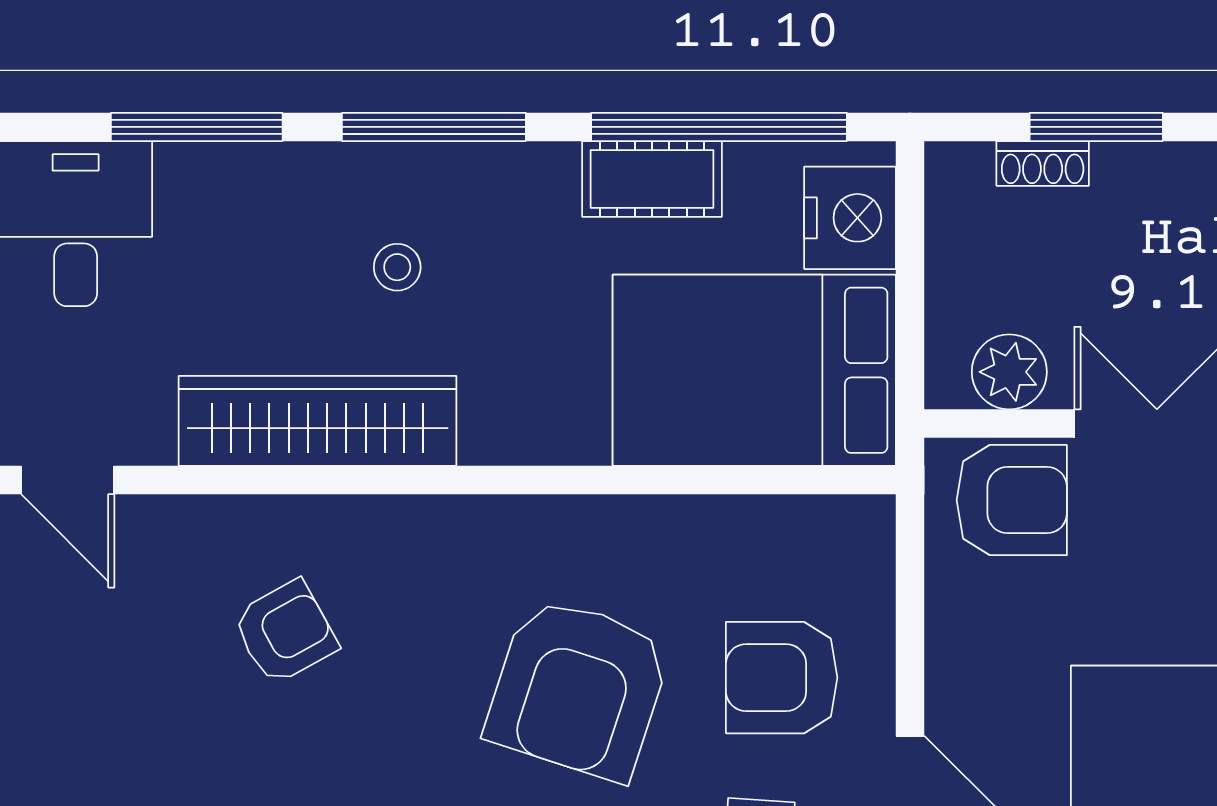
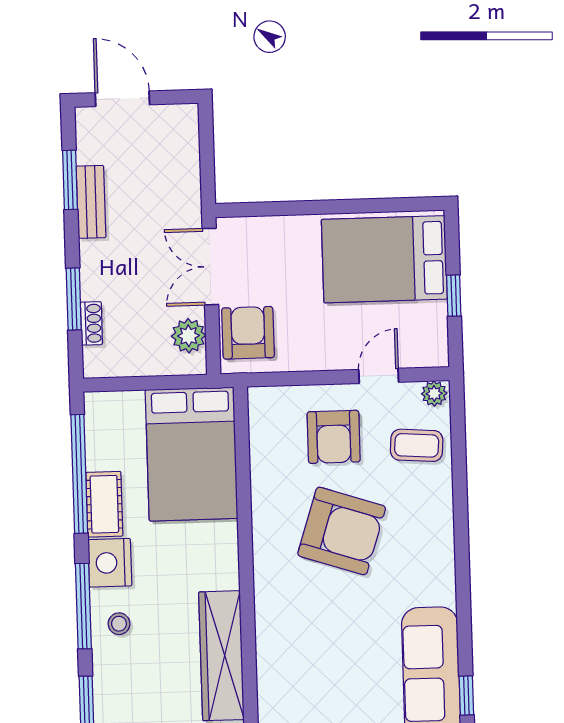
nightstand: (850, 218) -> (110, 563), moved, turned -90
stool: (397, 267) -> (119, 624), moved
armchair: (285, 632) -> (320, 668), removed

